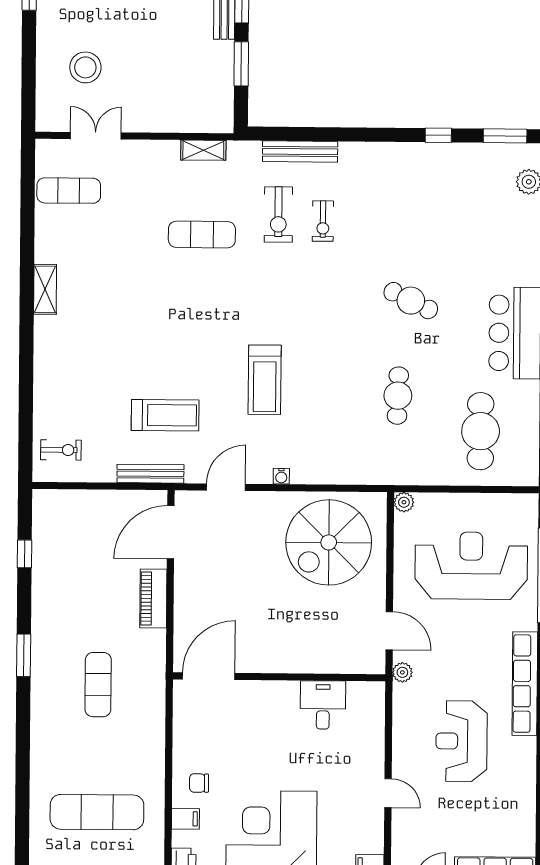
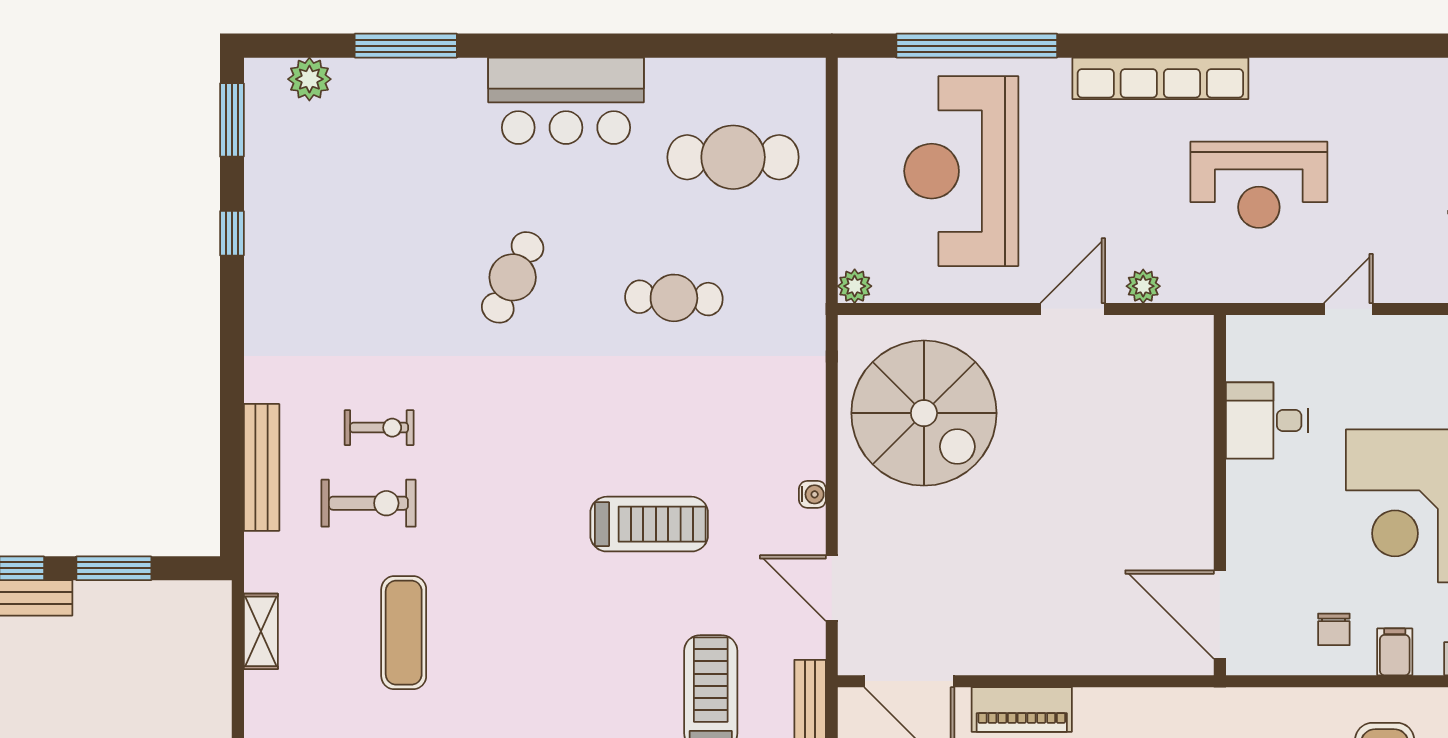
door: (209, 676) -> (1220, 615), moved
wall: (279, 677) -> (1220, 495), moved
desk: (323, 705) -> (1267, 420), moved

